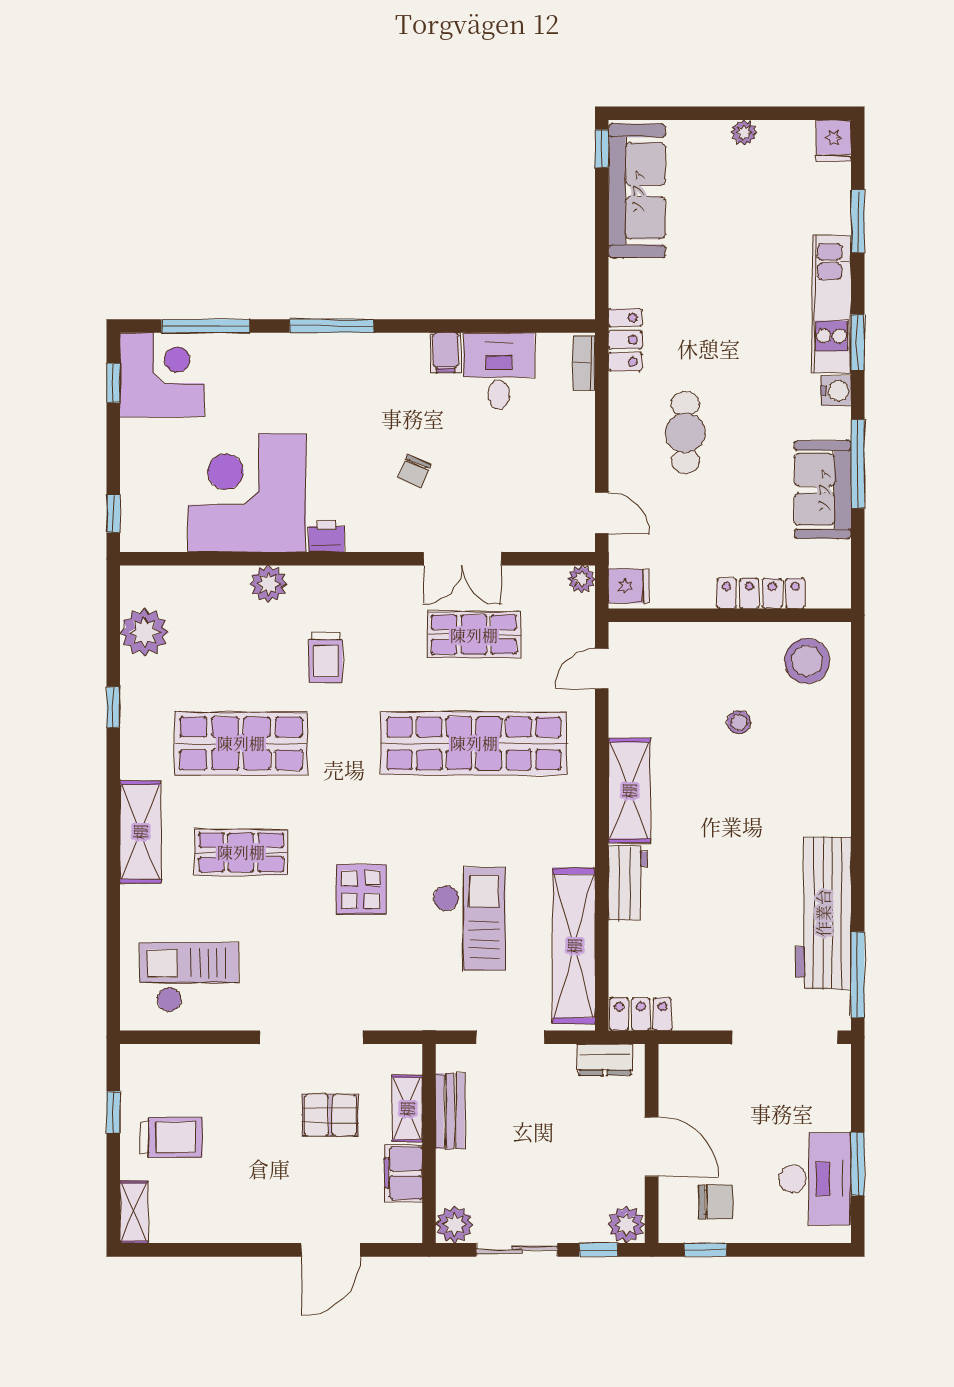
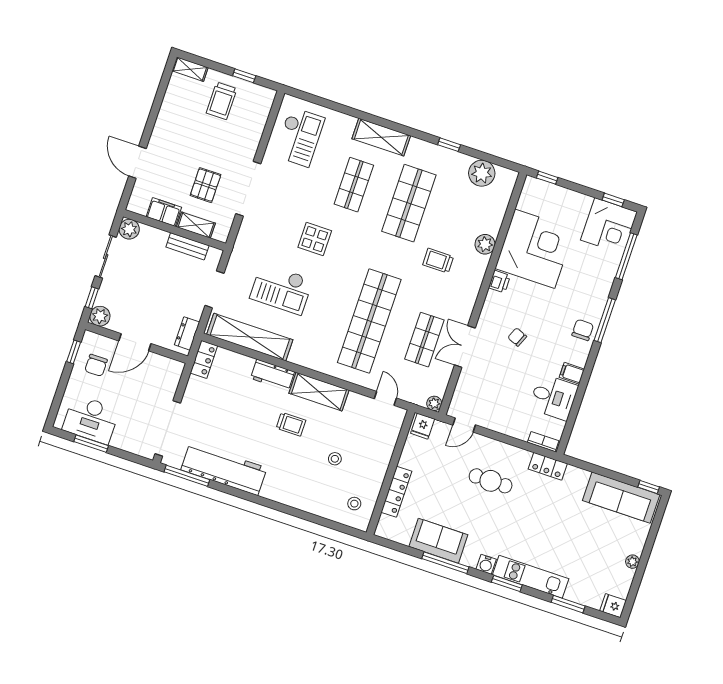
chair: (362, 359) -> (583, 330), added
stool: (807, 661) -> (354, 504), width x0.53, depth x0.53
trolley: (704, 821) -> (291, 424), added

